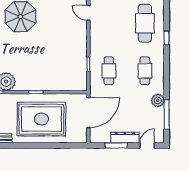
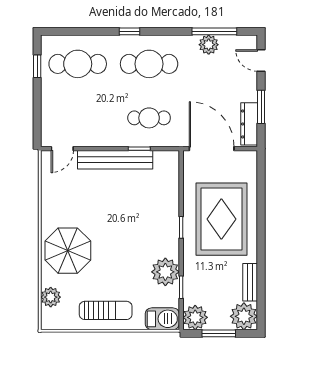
window: (167, 38) -> (129, 31), moved
bench: (81, 48) -> (115, 160), added
cafe table: (145, 71) -> (149, 64), width x1.37, depth x1.35
plant: (158, 100) -> (209, 45), moved
dresser: (125, 138) -> (249, 124), moved

